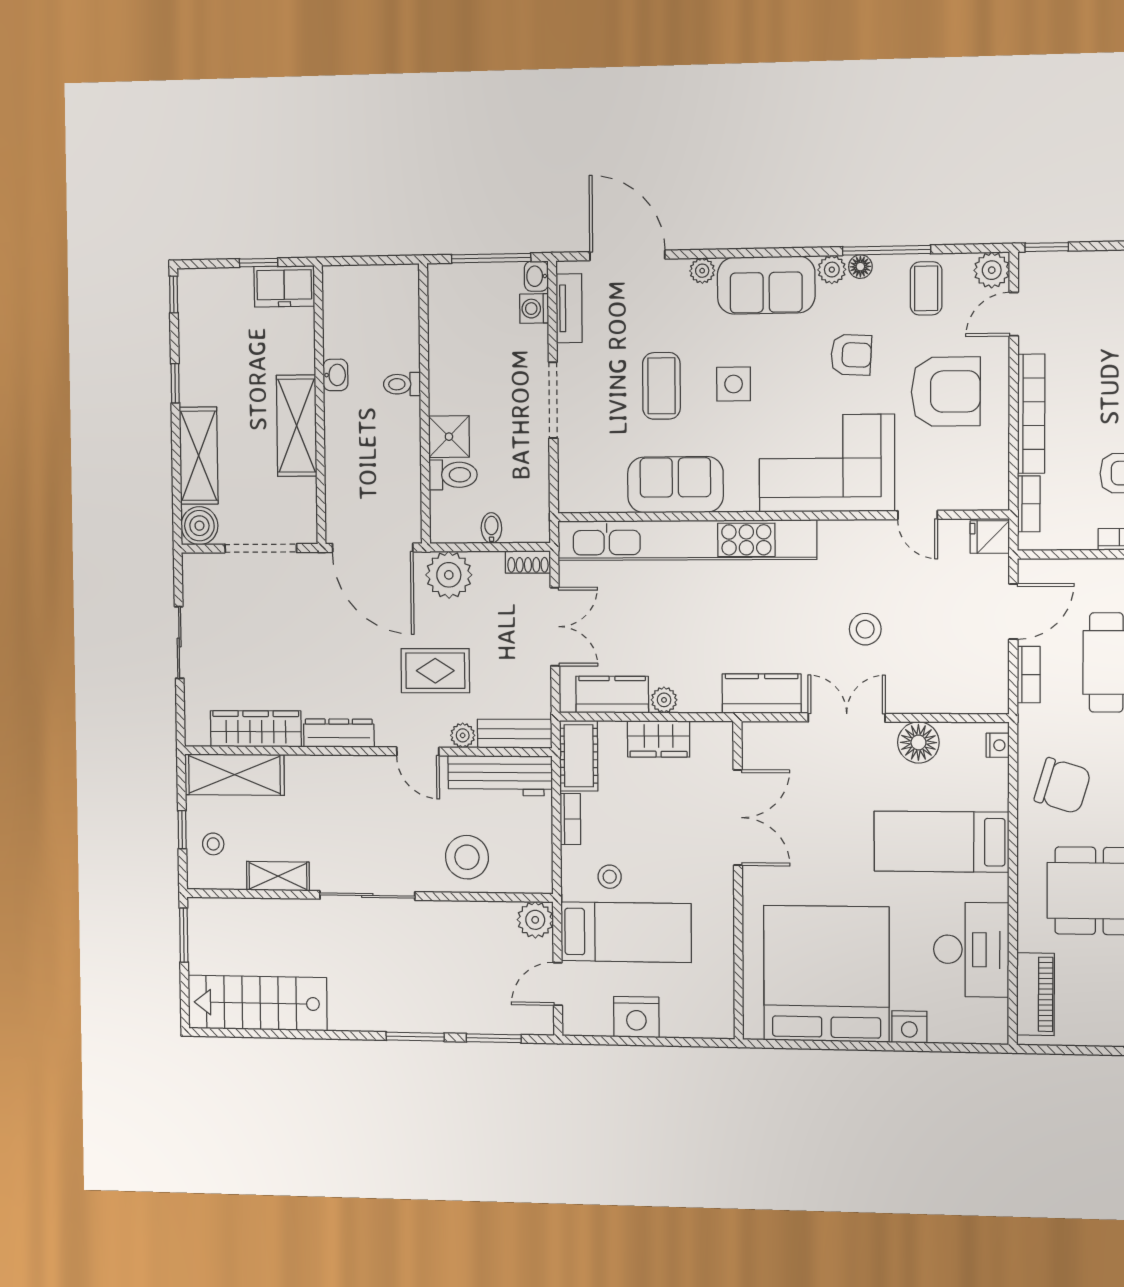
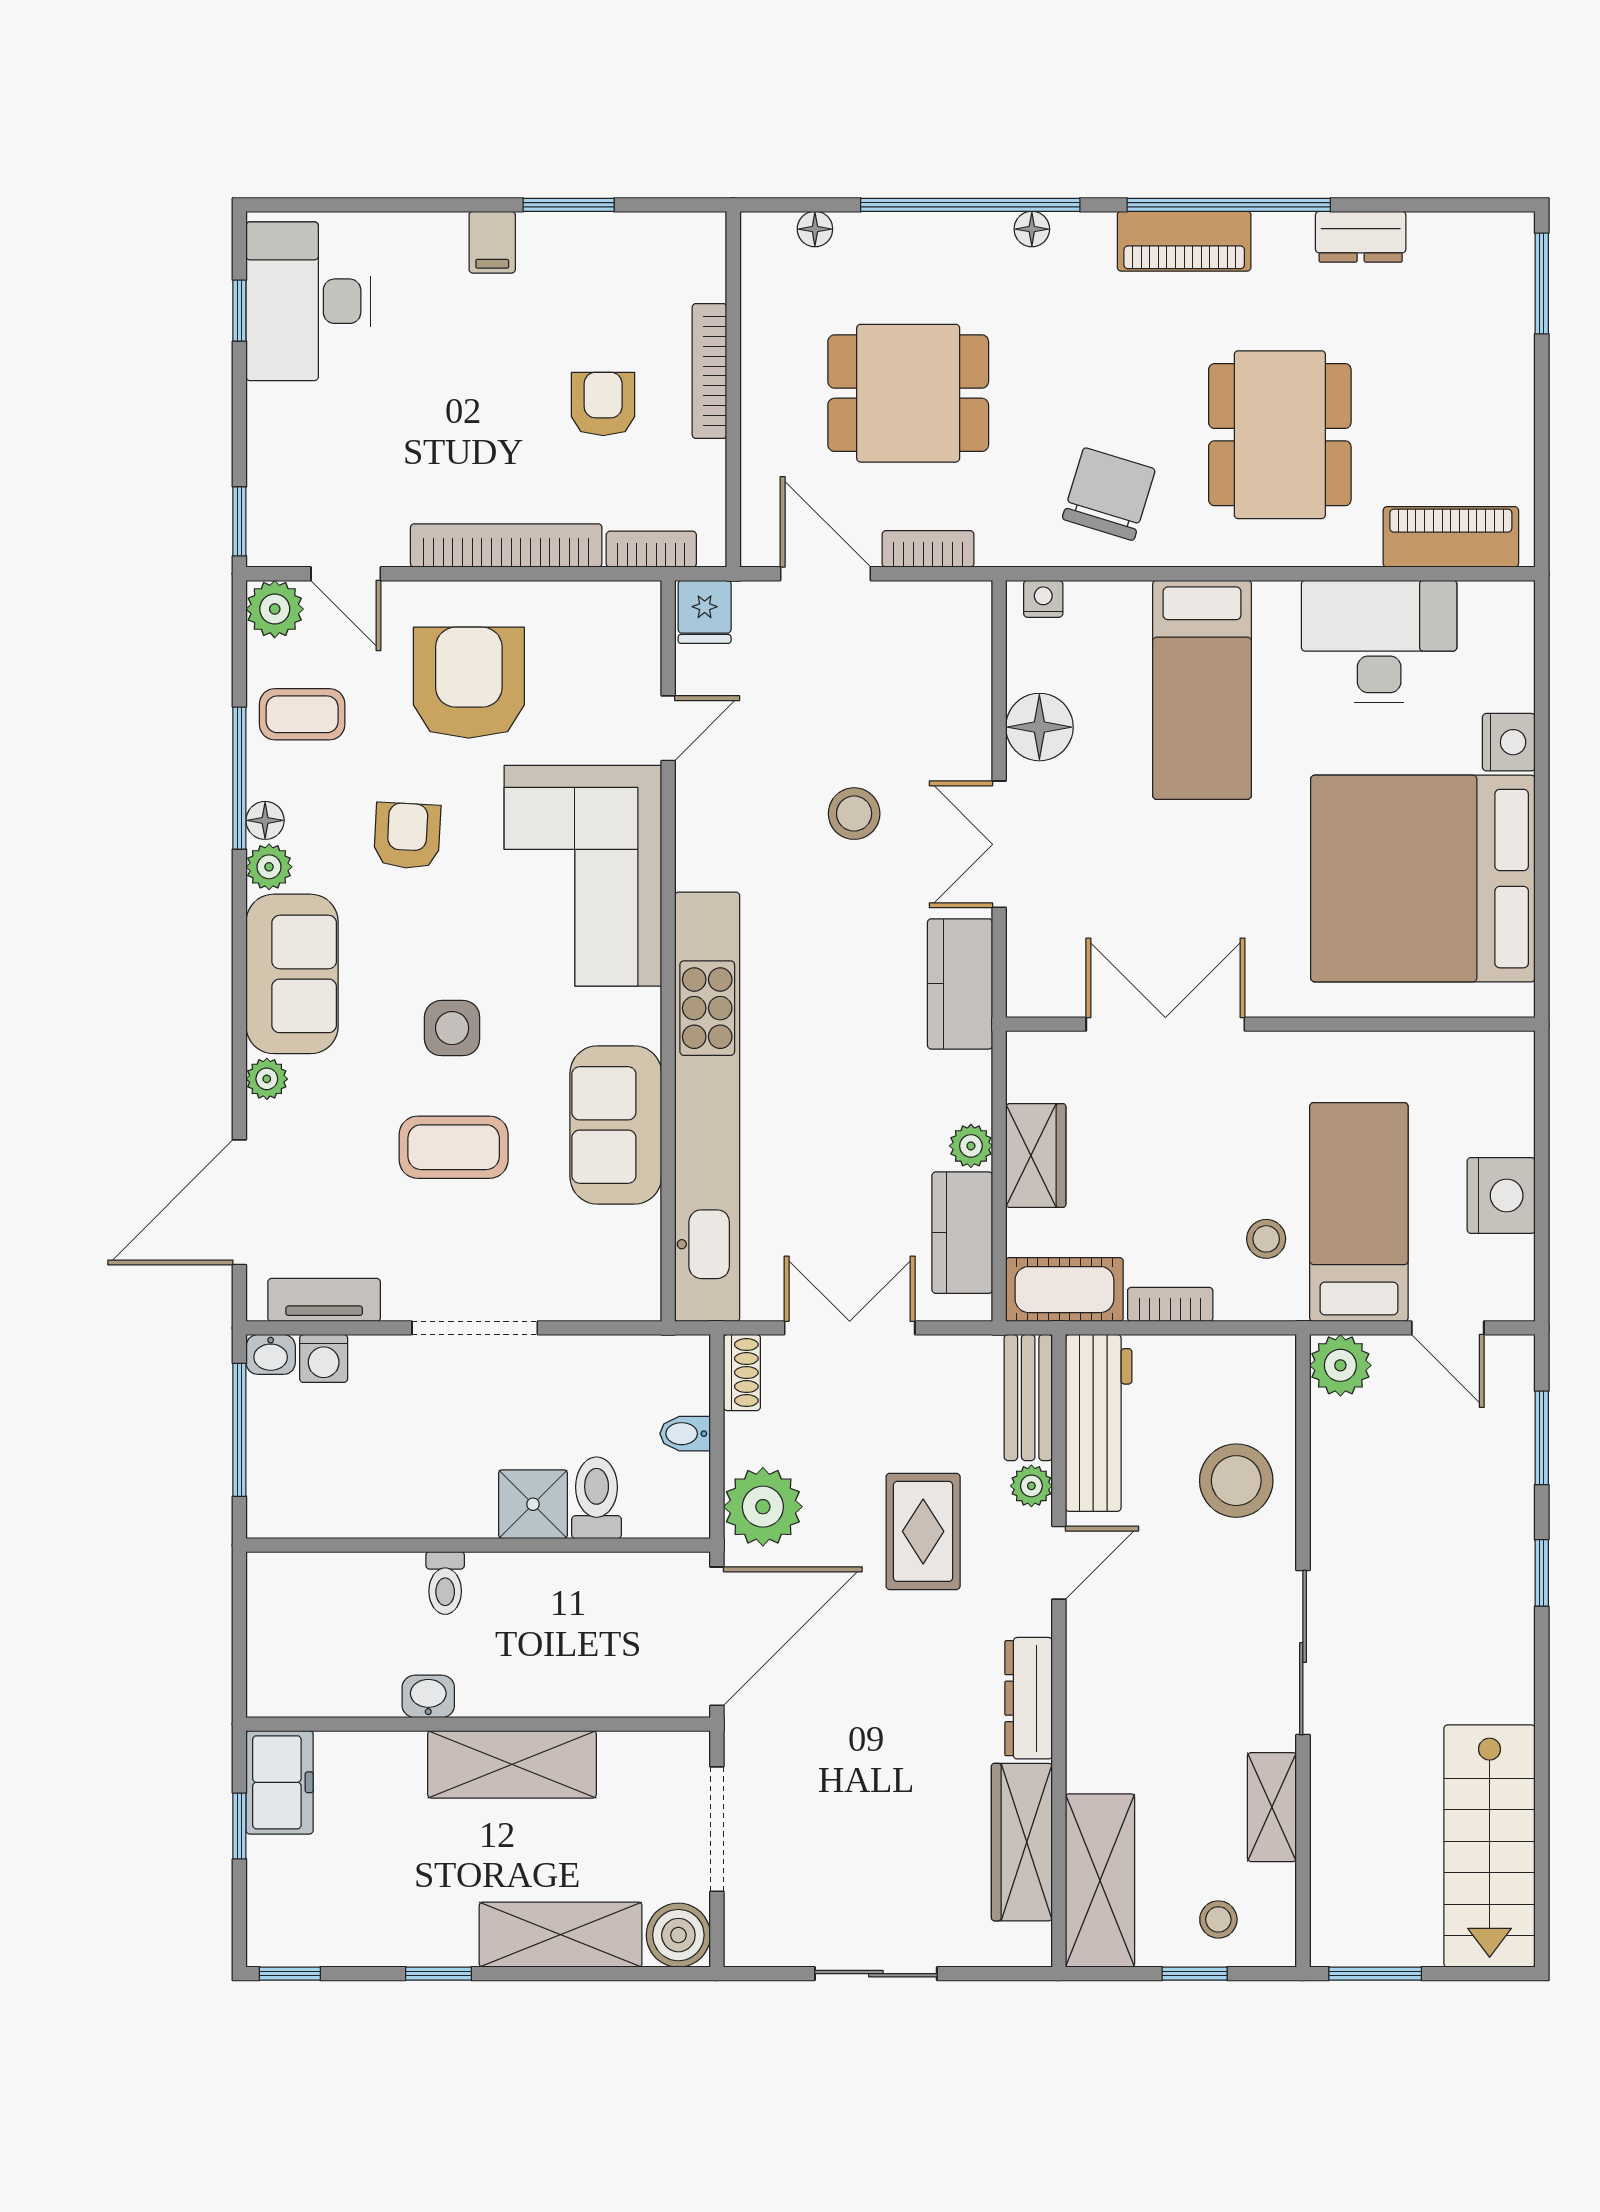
window: (415, 1037) -> (1542, 1573), width x0.67

